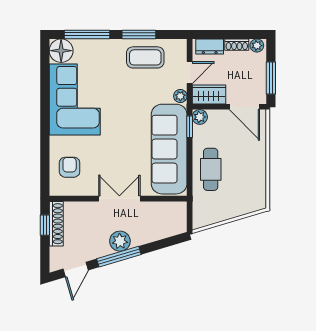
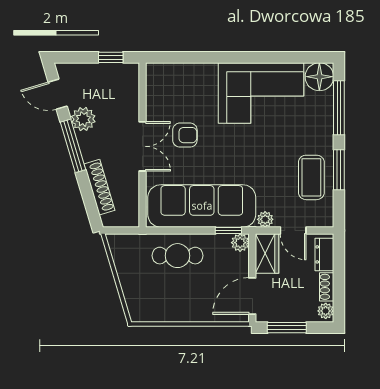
armchair: (70, 167) -> (185, 135), moved
shoe rack: (56, 224) -> (99, 187), moved, turned -107
plant: (120, 241) -> (83, 119), moved

